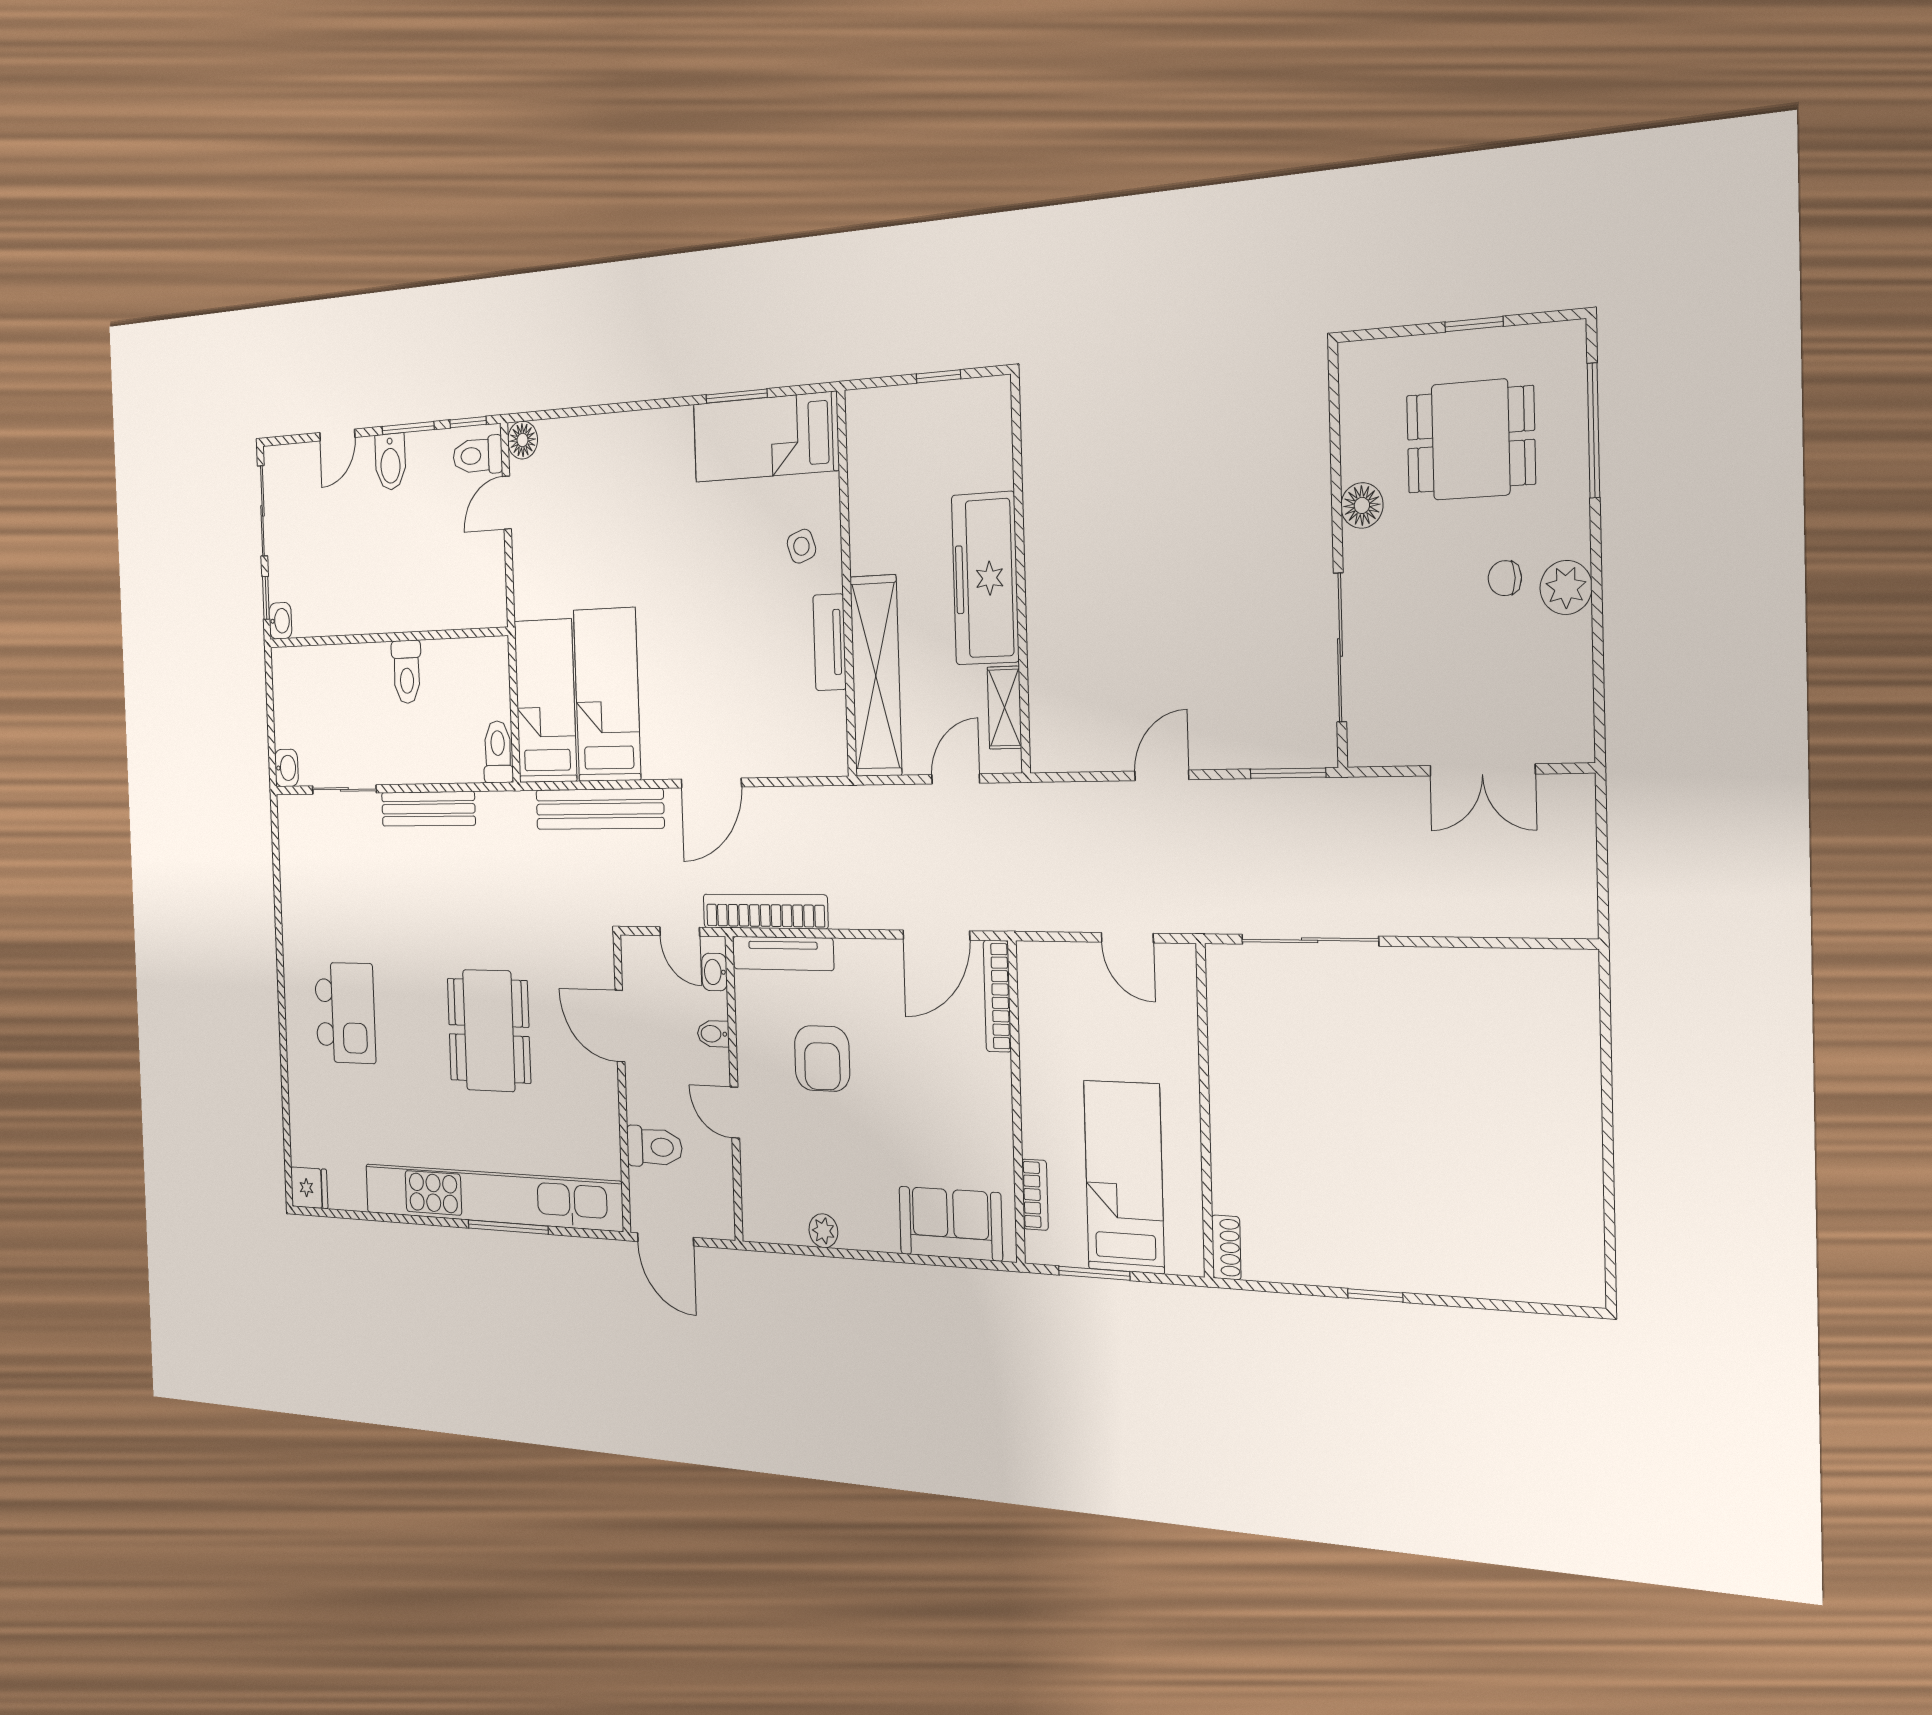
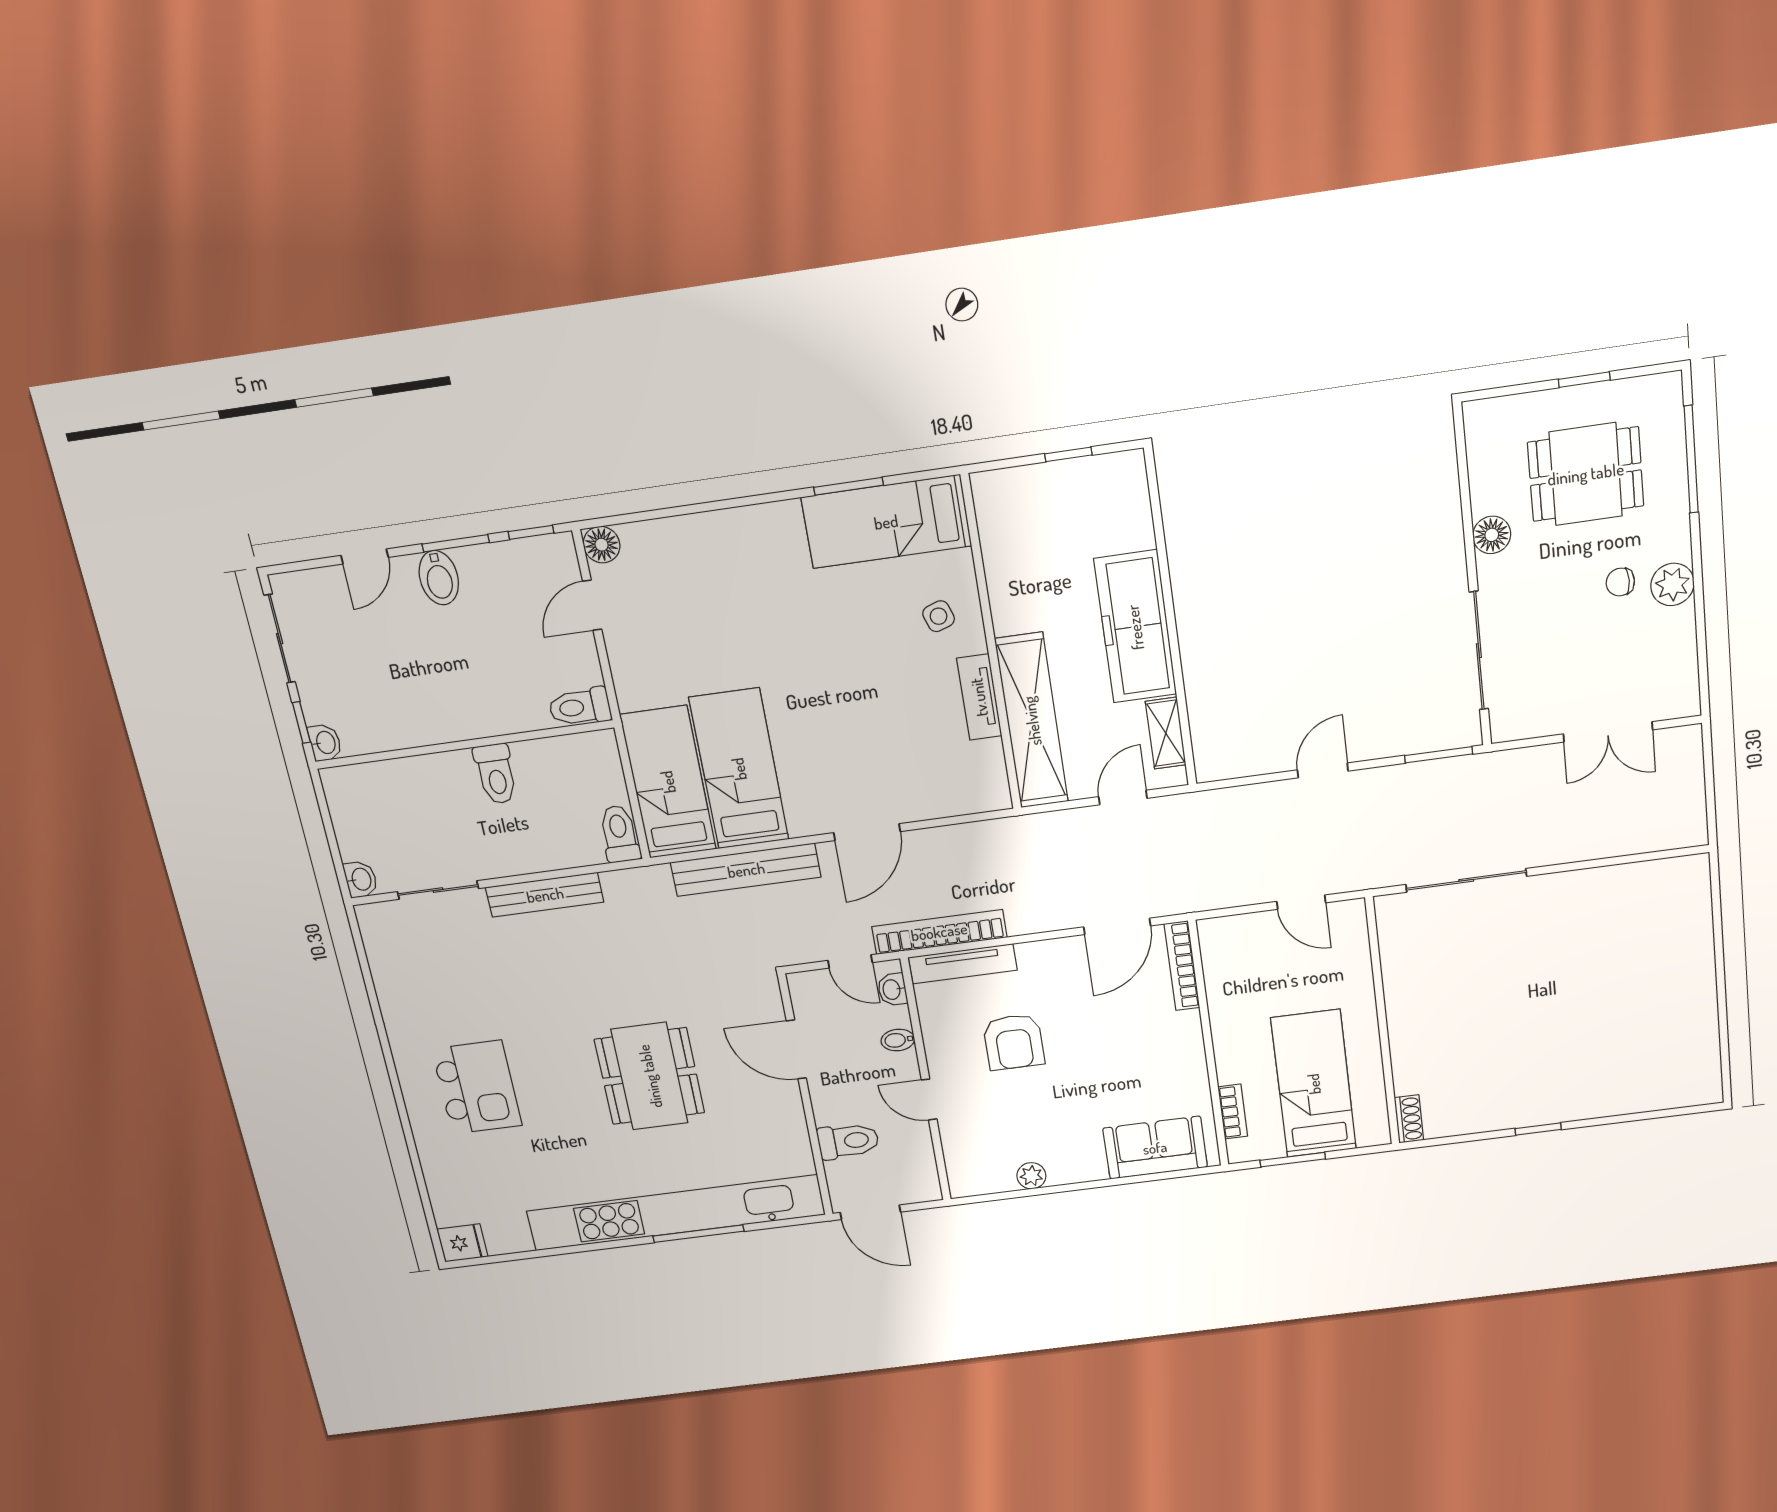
toilet: (478, 455) -> (580, 707), moved

